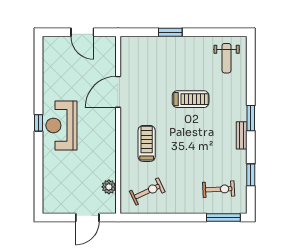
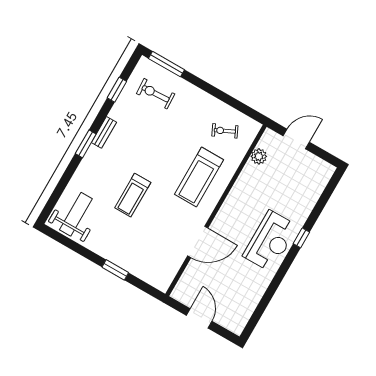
weight bench: (227, 58) -> (76, 214), width x1.36, depth x1.33
treadmill: (191, 99) -> (133, 195), turned -90
window: (38, 123) -> (301, 238), moved
treadmill: (147, 143) -> (199, 177), width x1.37, depth x1.38
exercise bike: (147, 192) -> (225, 131), width x0.73, depth x0.72

